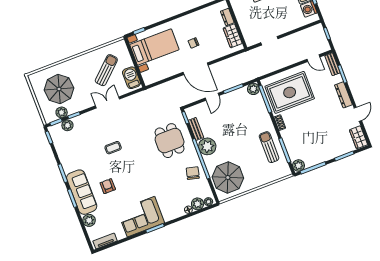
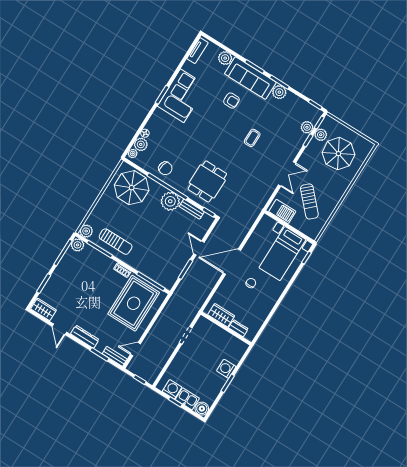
plant: (253, 89) -> (86, 231), moved
dining table: (170, 141) -> (207, 181), turned 90
plant: (68, 166) -> (279, 92), added

